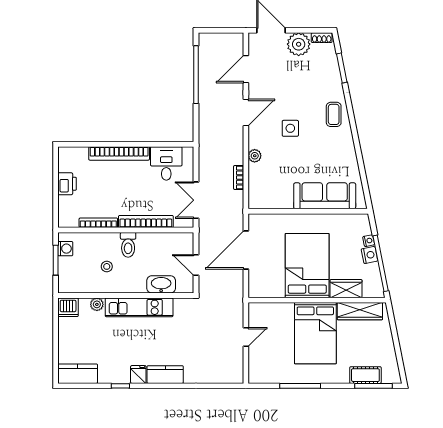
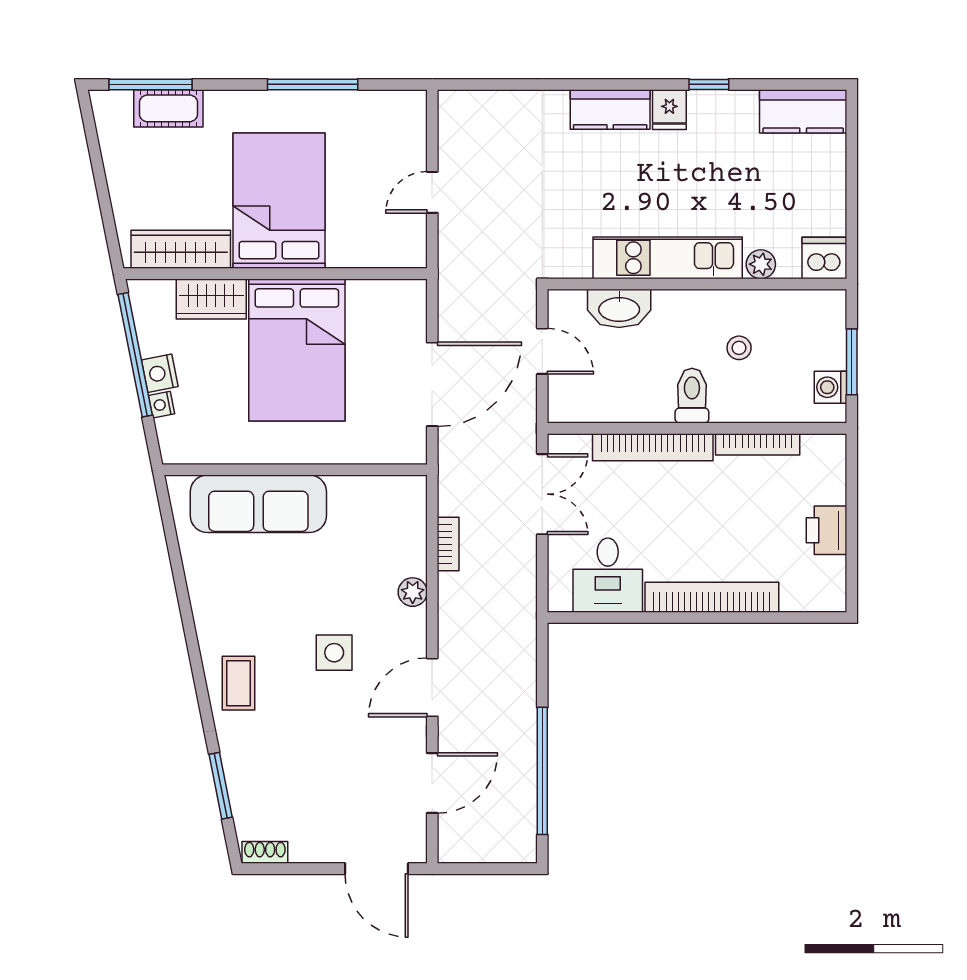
plant: (299, 44) -> (316, 838), removed

